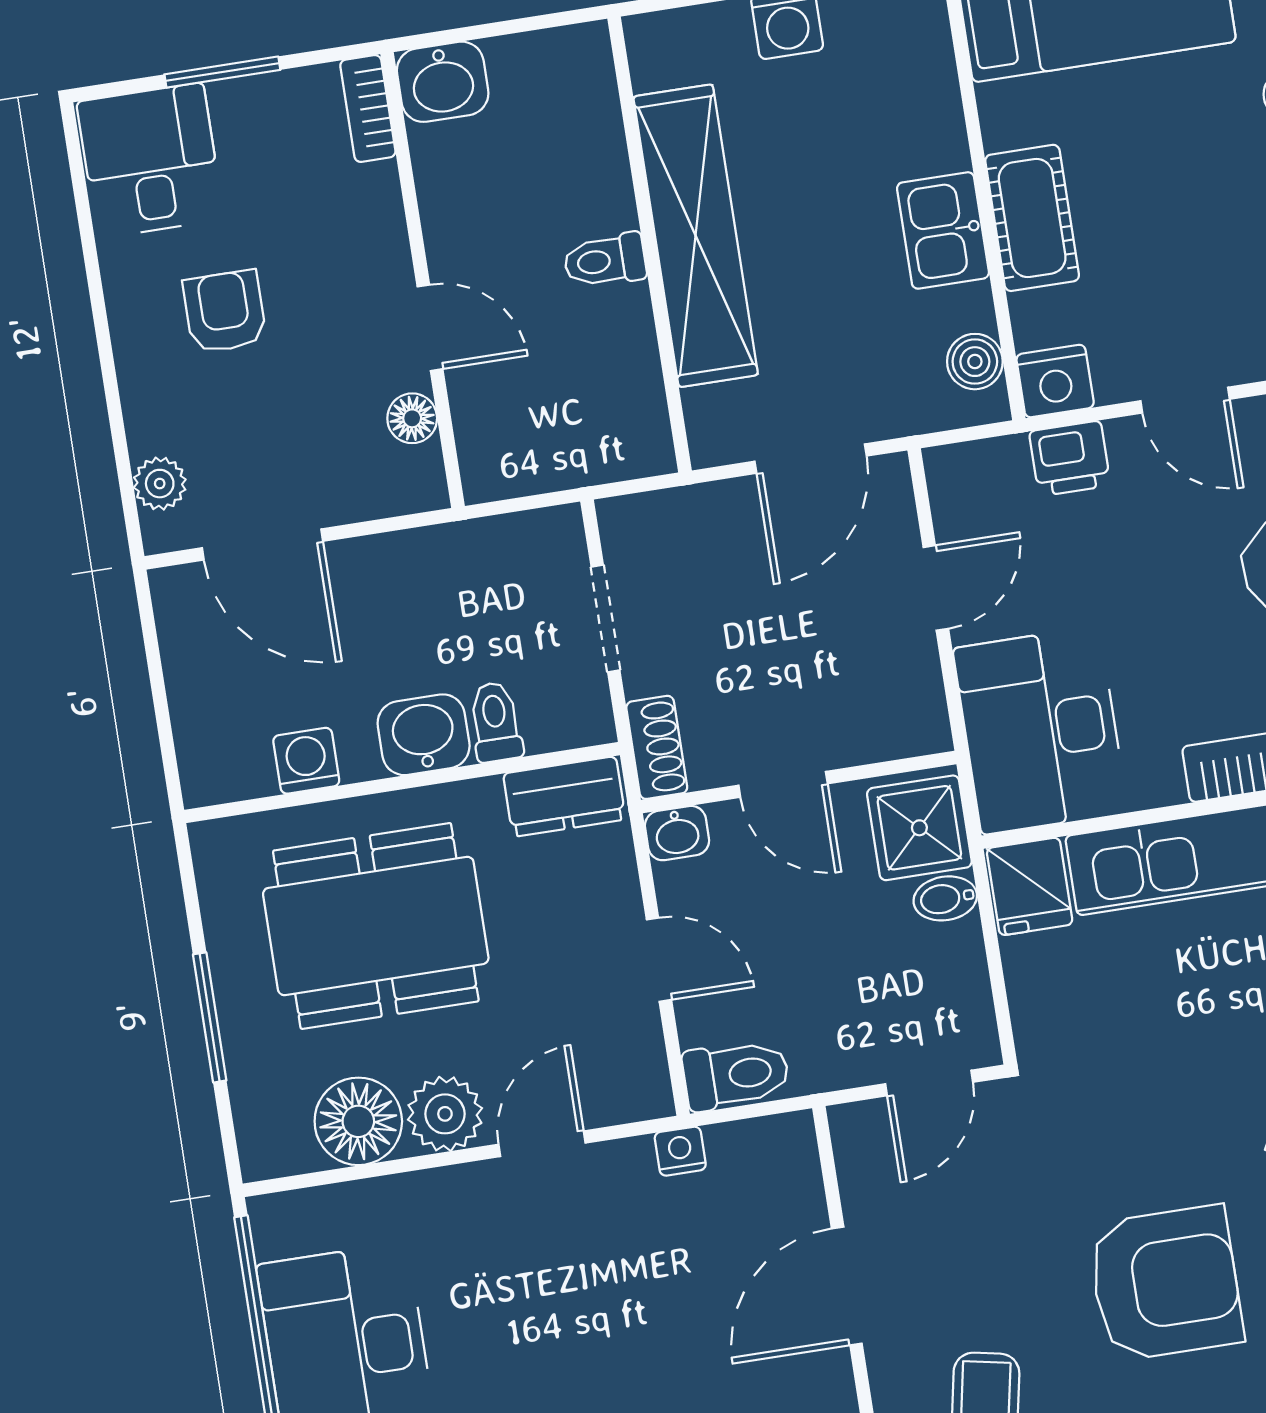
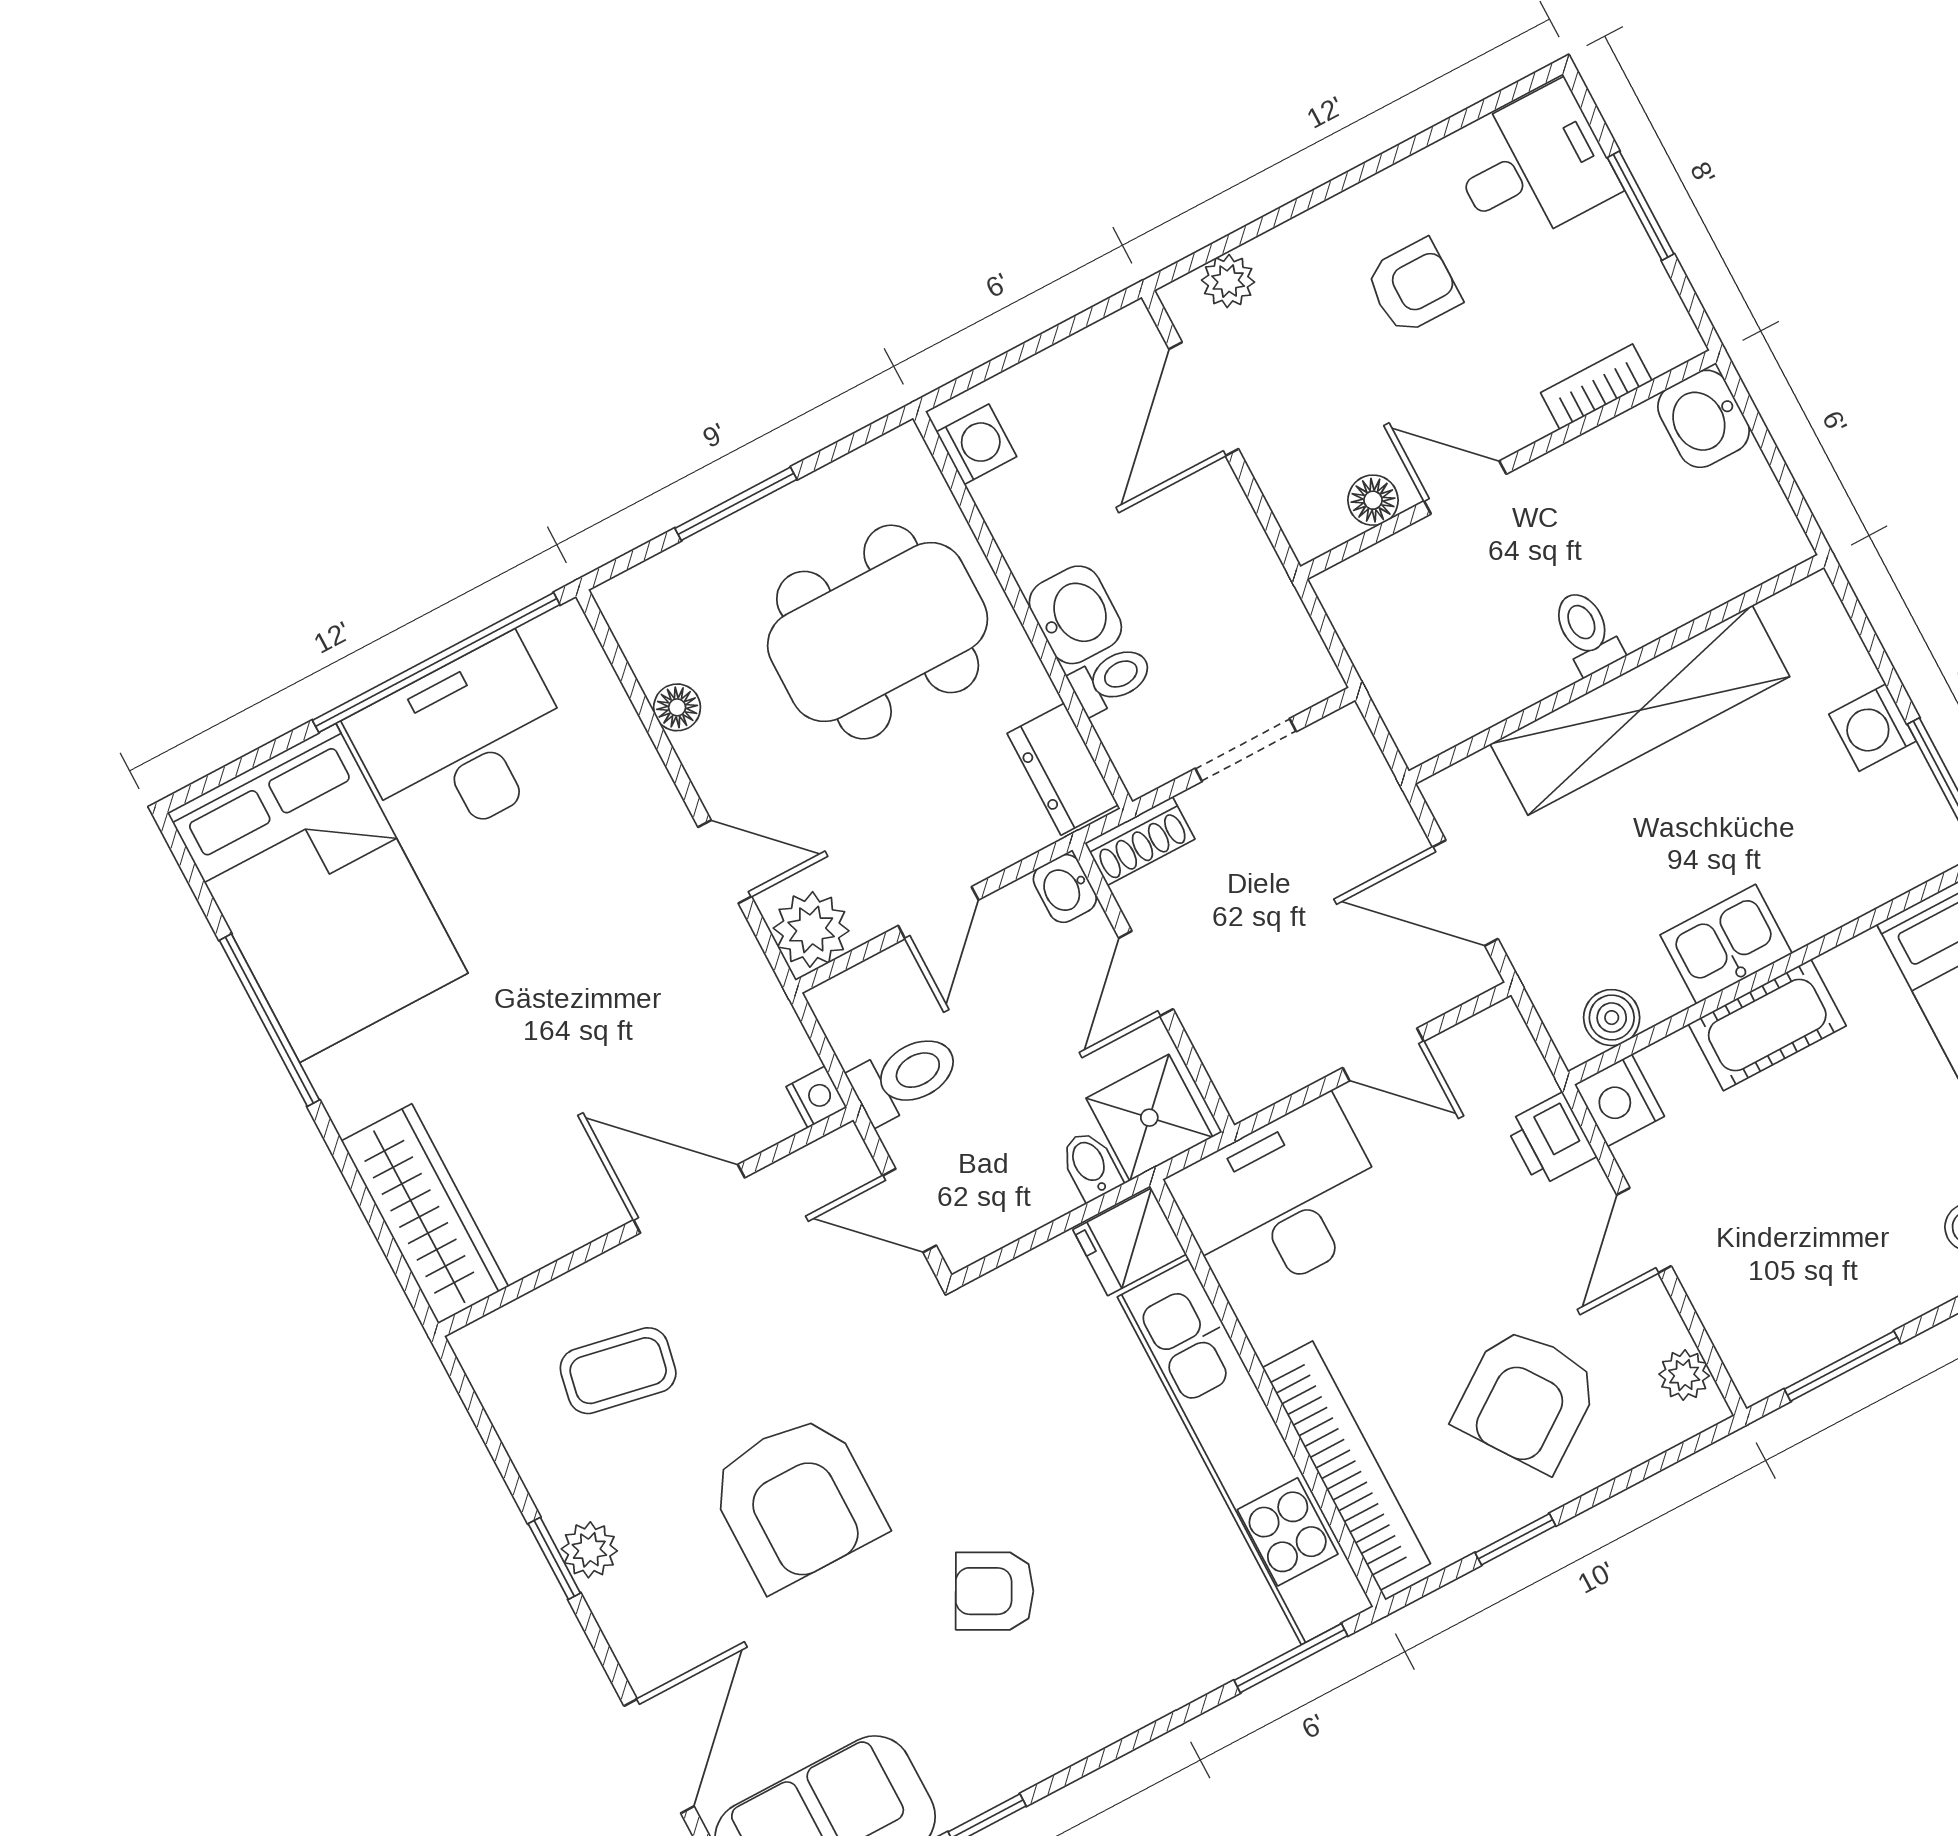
bookcase: (368, 109) -> (1596, 387), moved
door: (430, 328) -> (1465, 487), swing flipped
washing machine: (306, 761) -> (976, 444), moved
dining table: (376, 926) -> (878, 632), turned 90
toilet: (736, 1075) -> (905, 1077), moved, turned -90
plant: (445, 1114) -> (811, 929), moved
floor lamp: (358, 1121) -> (677, 707), width x0.53, depth x0.53
nightstand: (680, 1151) -> (816, 1097), moved

